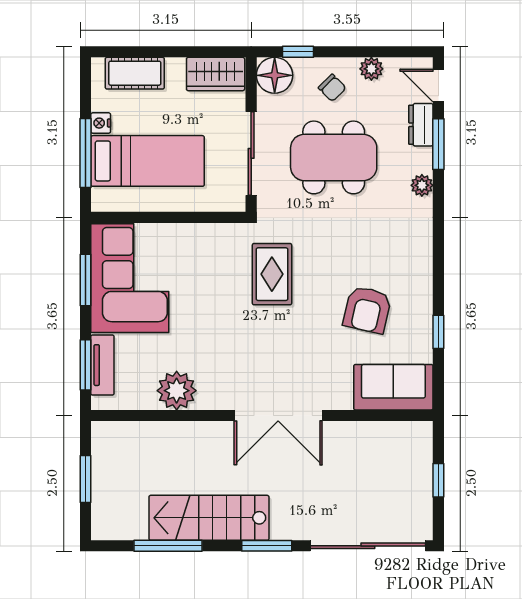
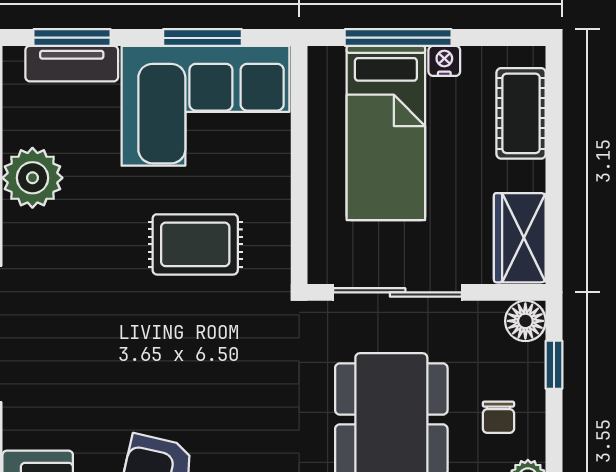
floor lamp: (275, 75) -> (525, 321), width x0.73, depth x0.73
chair: (332, 88) -> (498, 417), turned -45
rug: (272, 274) -> (195, 244), moved

